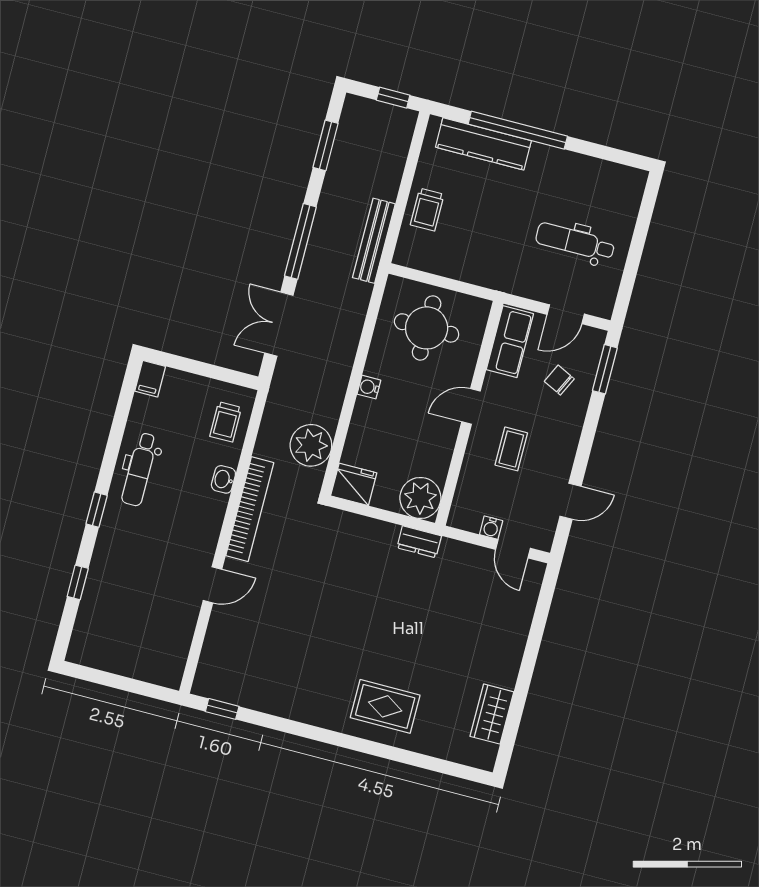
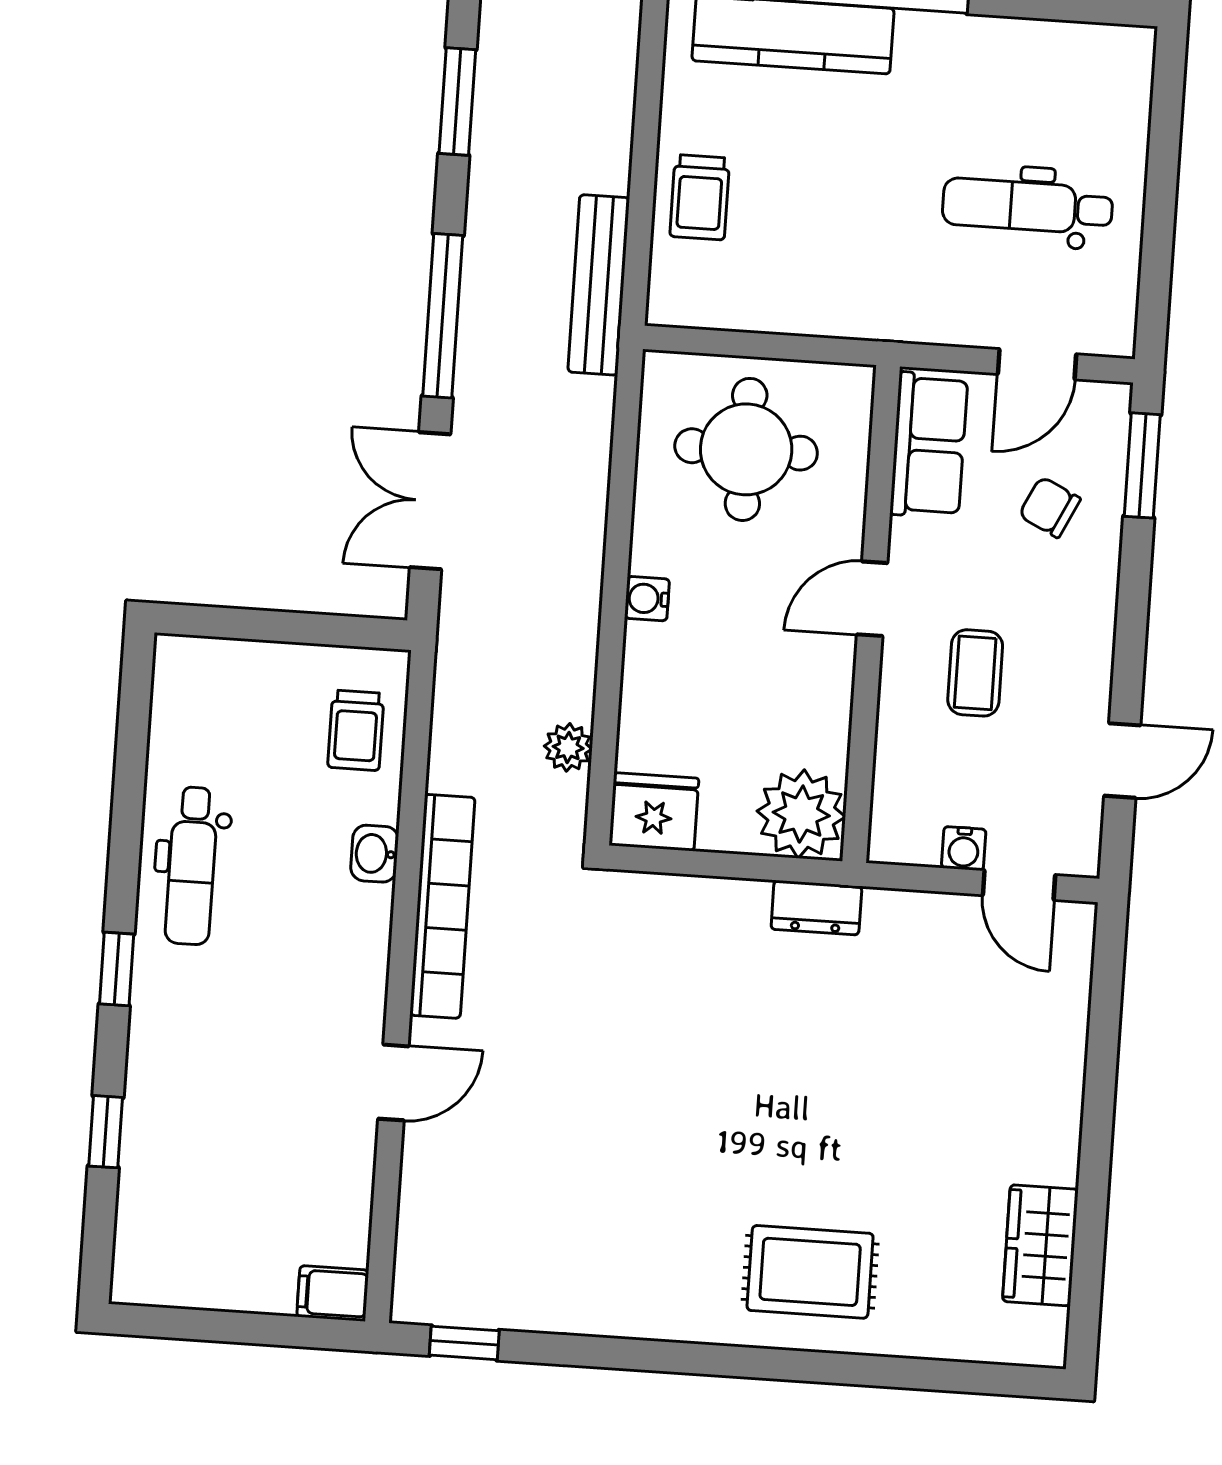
filing cabinet: (150, 379) -> (333, 1293), moved, turned 90
plant: (311, 445) -> (568, 747), width x0.53, depth x0.53

